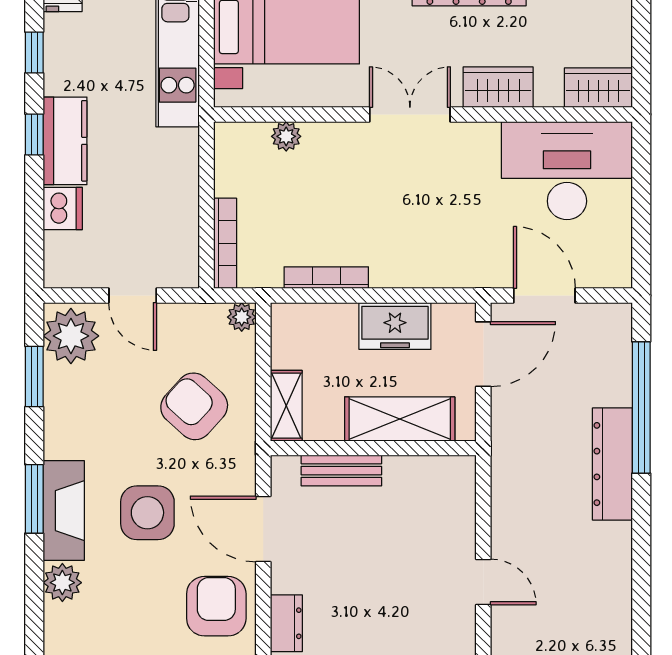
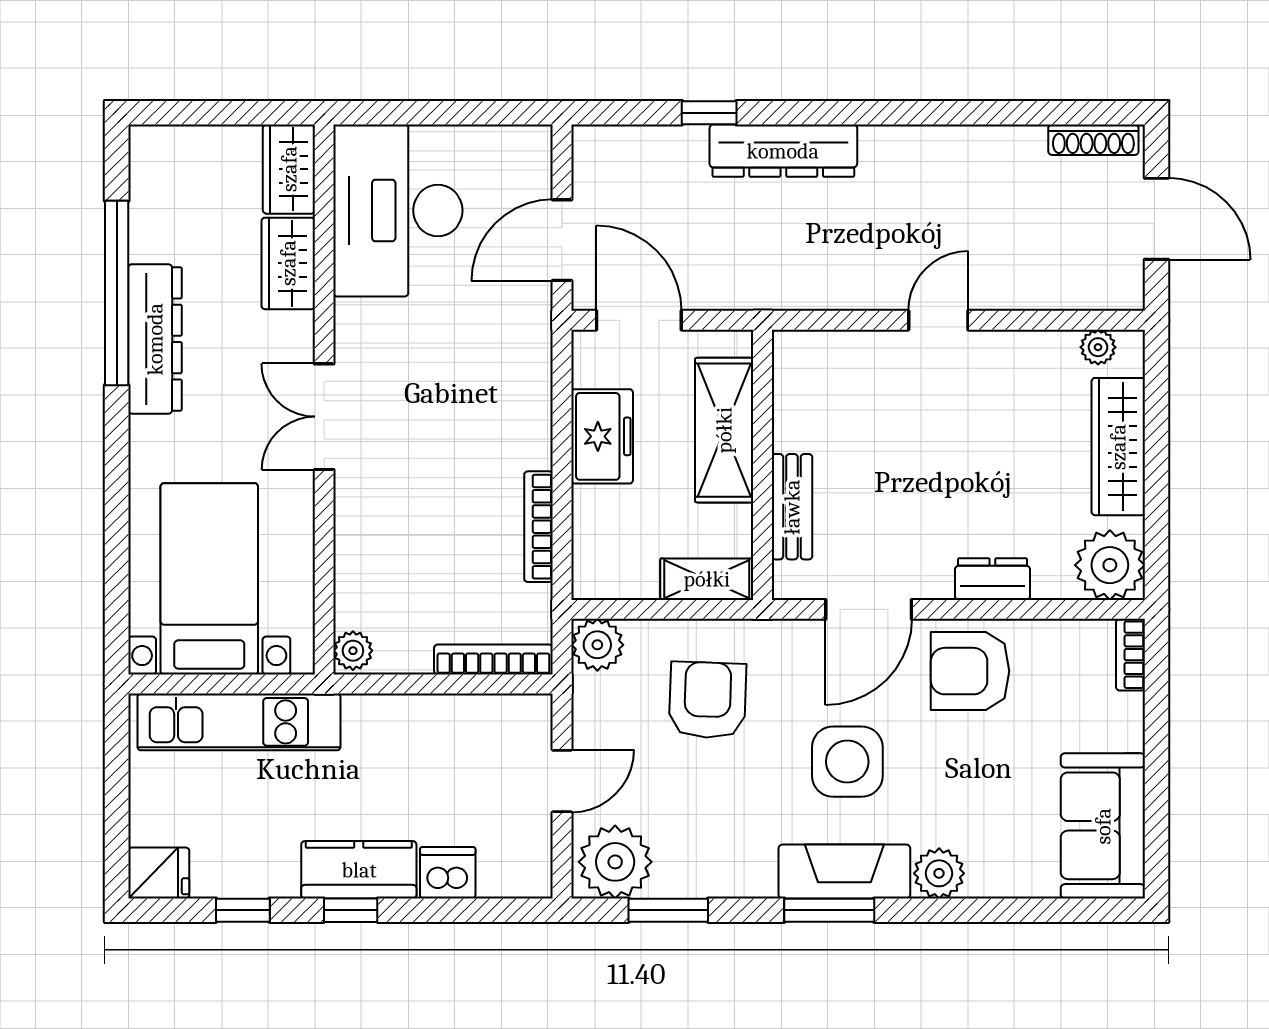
wardrobe: (498, 87) -> (288, 263), moved
plant: (286, 136) -> (353, 651), moved
plant: (242, 317) -> (597, 645), width x1.38, depth x1.38
armchair: (194, 406) -> (708, 700), turned 140
window: (641, 408) -> (709, 113), width x0.32

